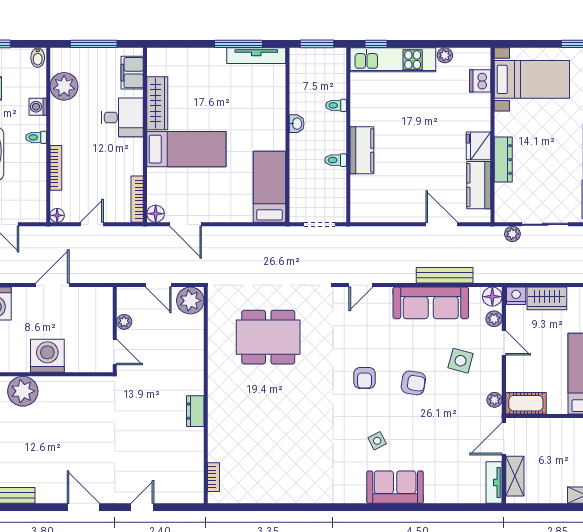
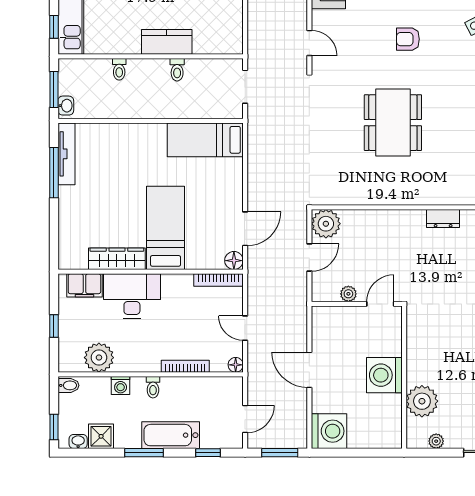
window: (94, 44) -> (54, 326), width x0.46
desk: (122, 117) -> (132, 296), width x1.37
washbasin: (297, 124) -> (66, 106), moved, turned 90
dining table: (268, 337) -> (393, 123), moved
armchair: (365, 378) -> (408, 39), turned 180

